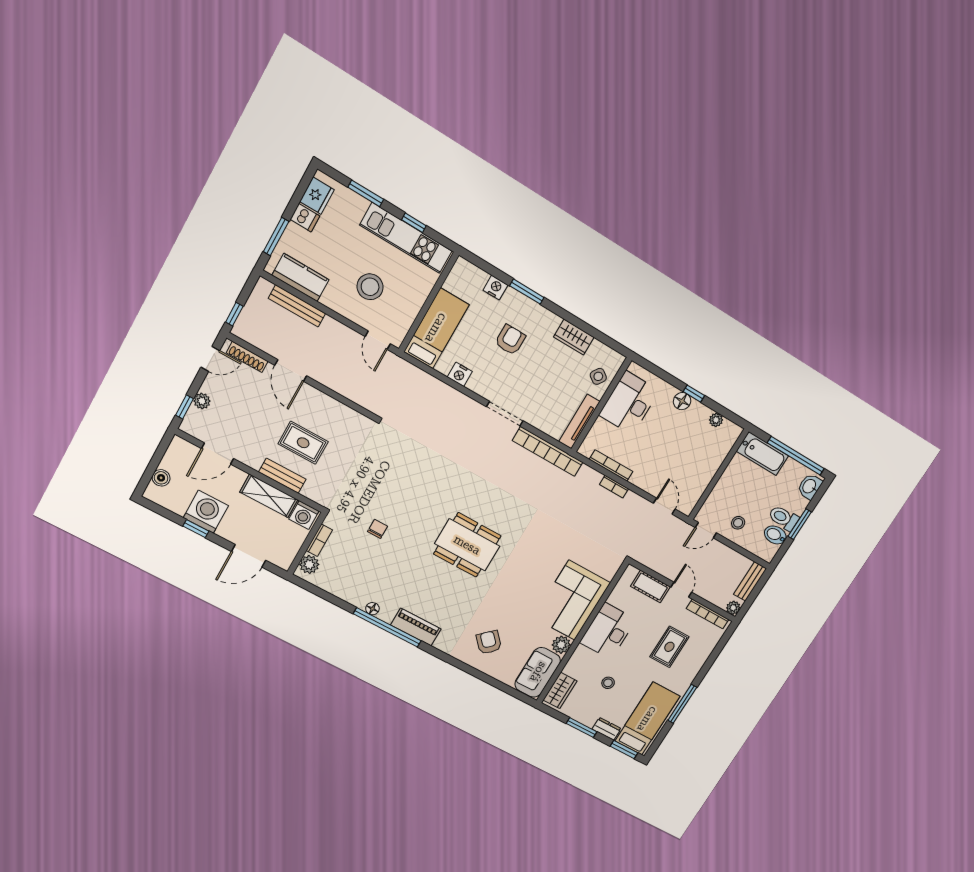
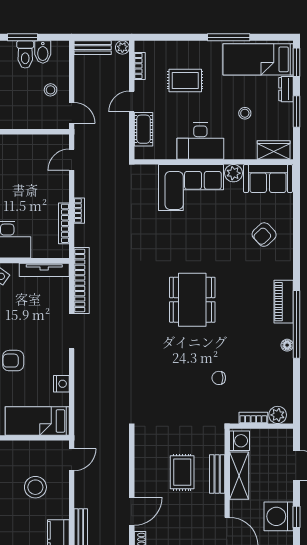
bookcase: (708, 614) -> (140, 66), width x0.64

